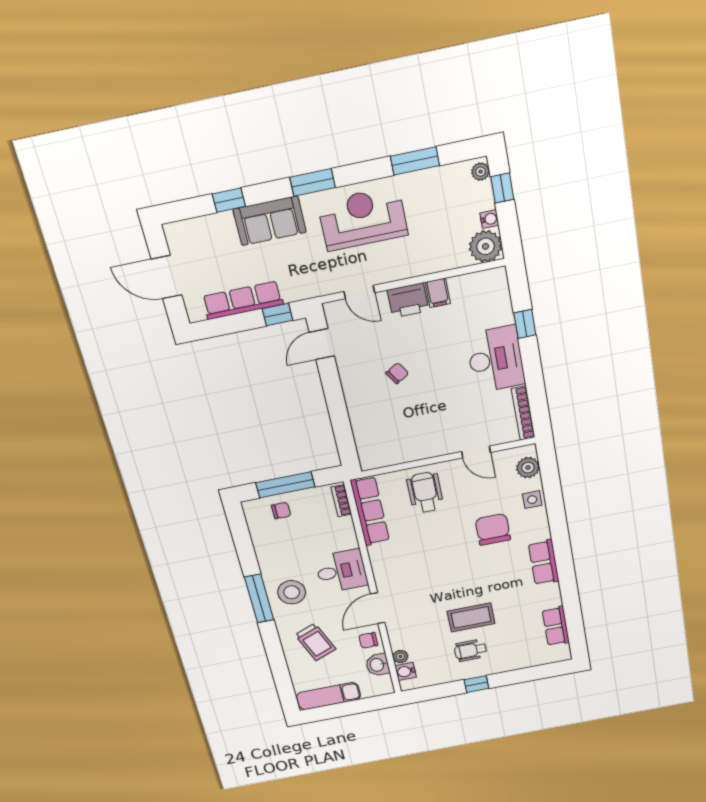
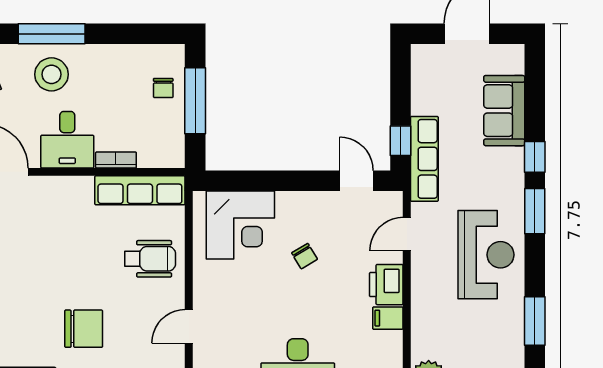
window: (229, 200) -> (535, 157), moved
sofa: (270, 221) -> (504, 111), moved
row of seats: (243, 300) -> (424, 159), moved
corner desk: (382, 429) -> (240, 225), added
bookcase: (341, 501) -> (116, 160), moved

